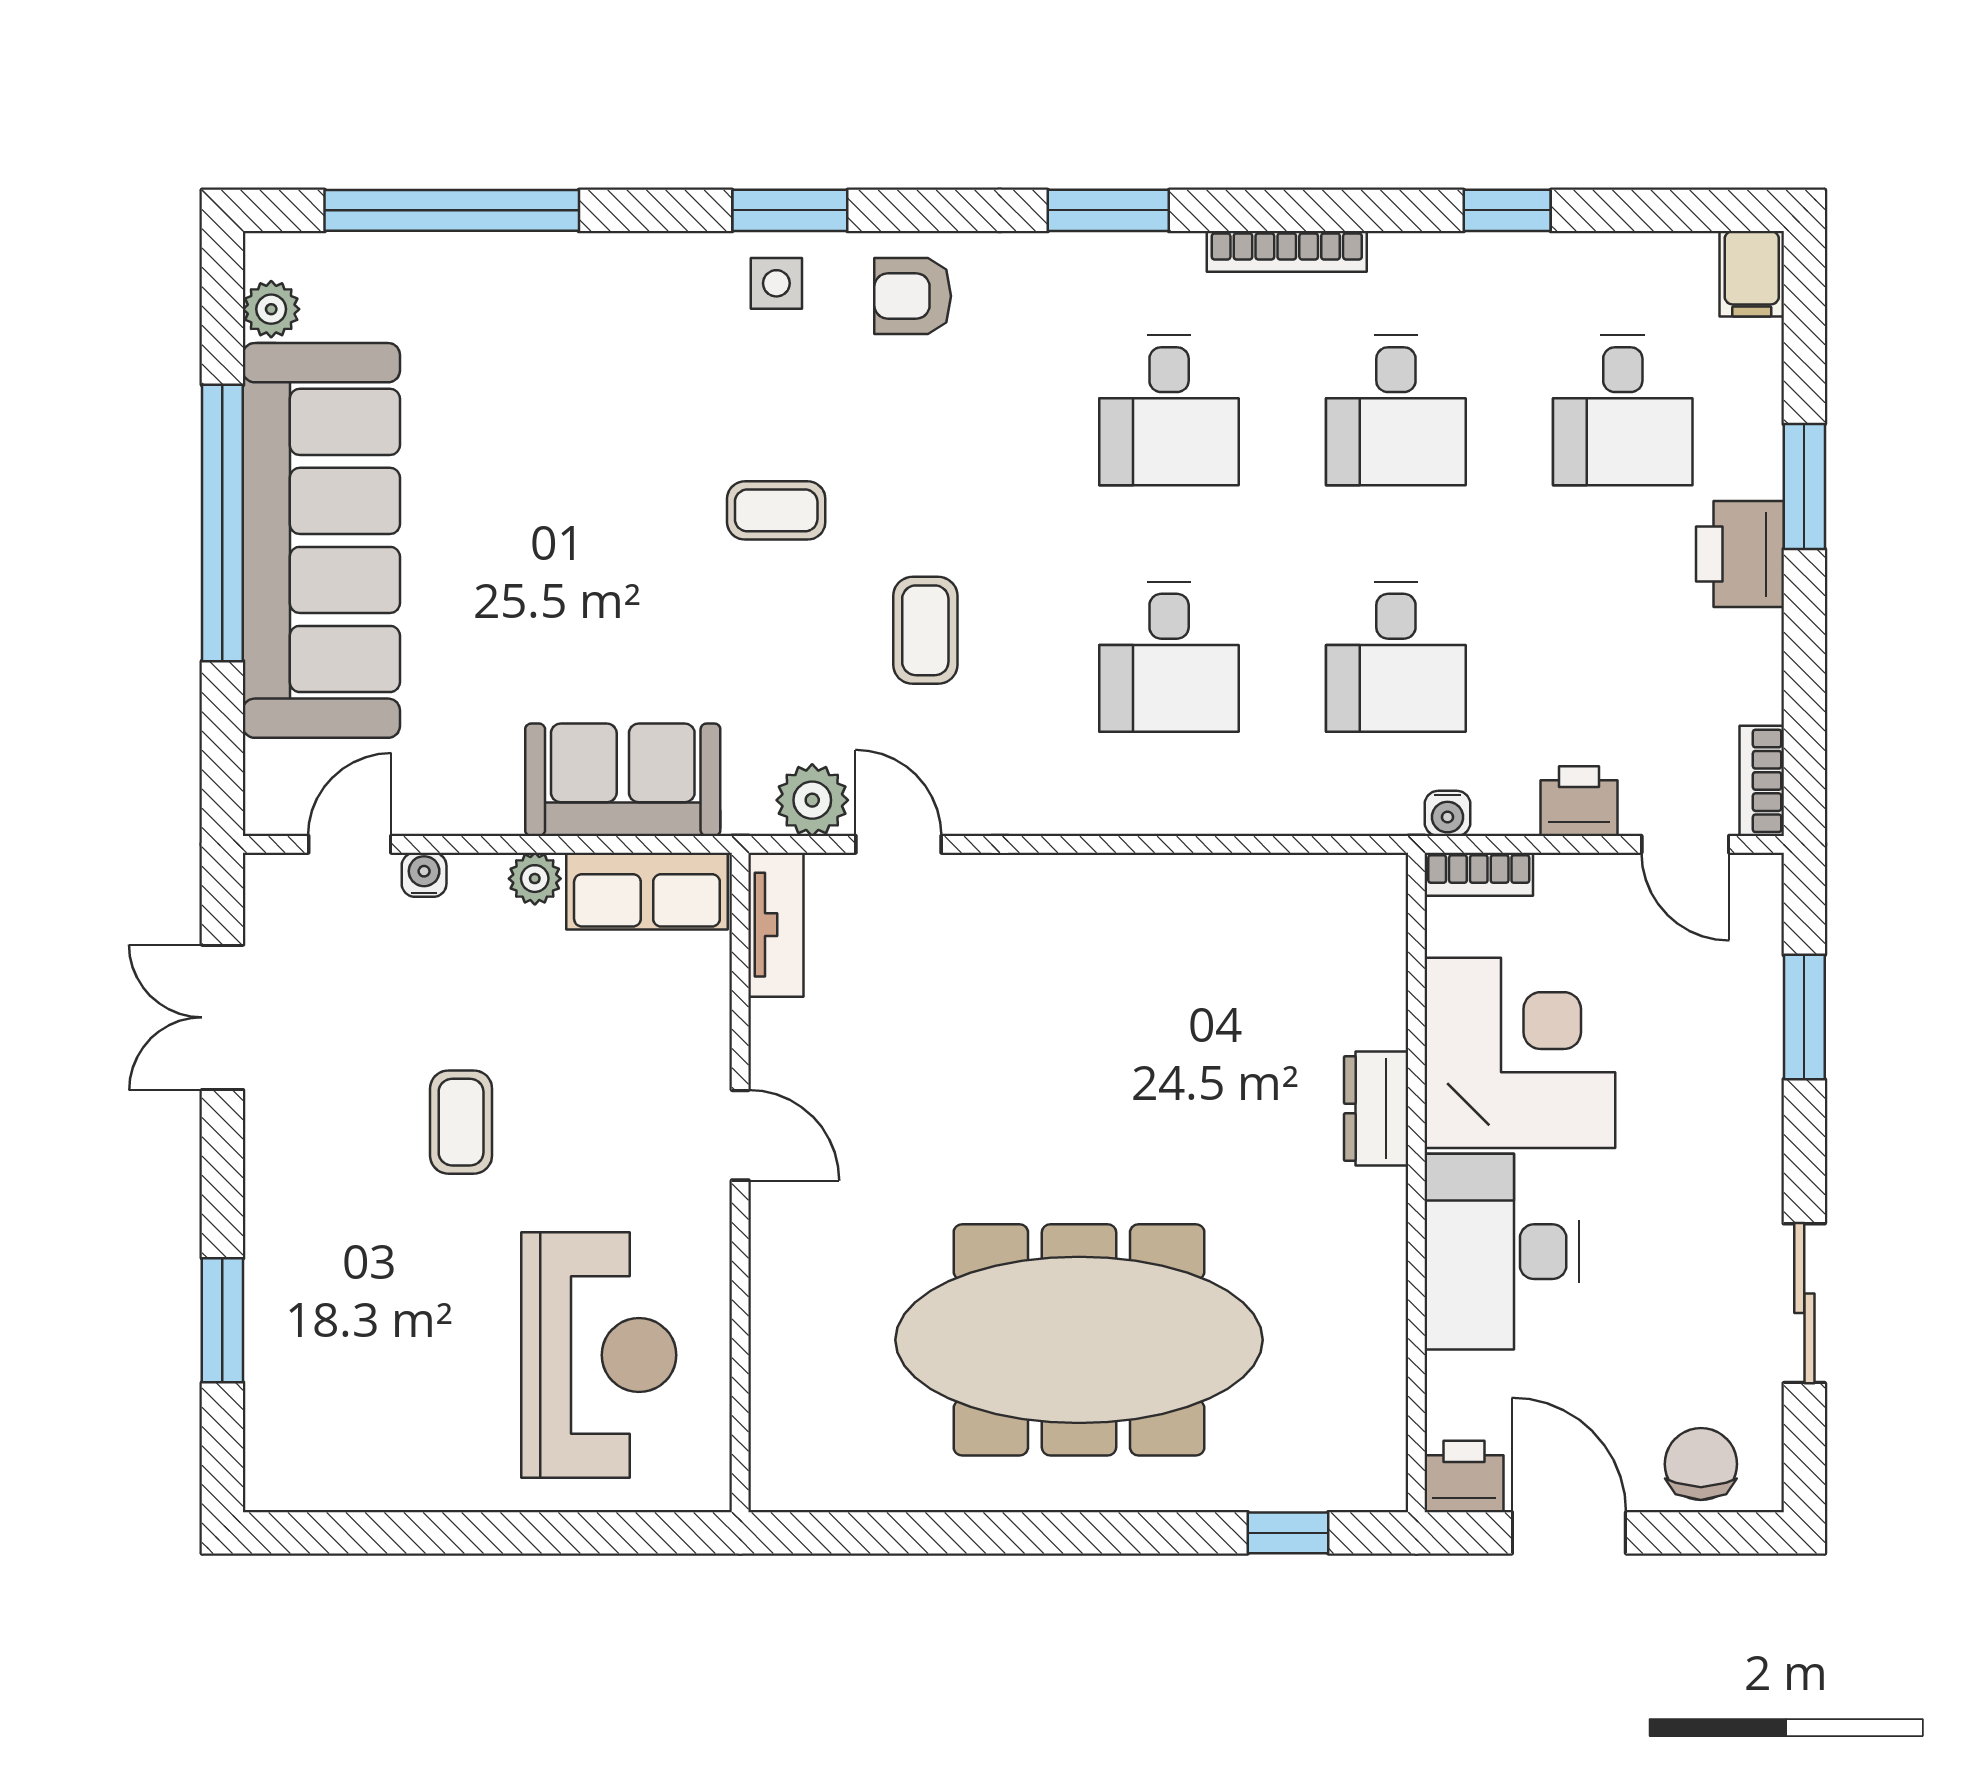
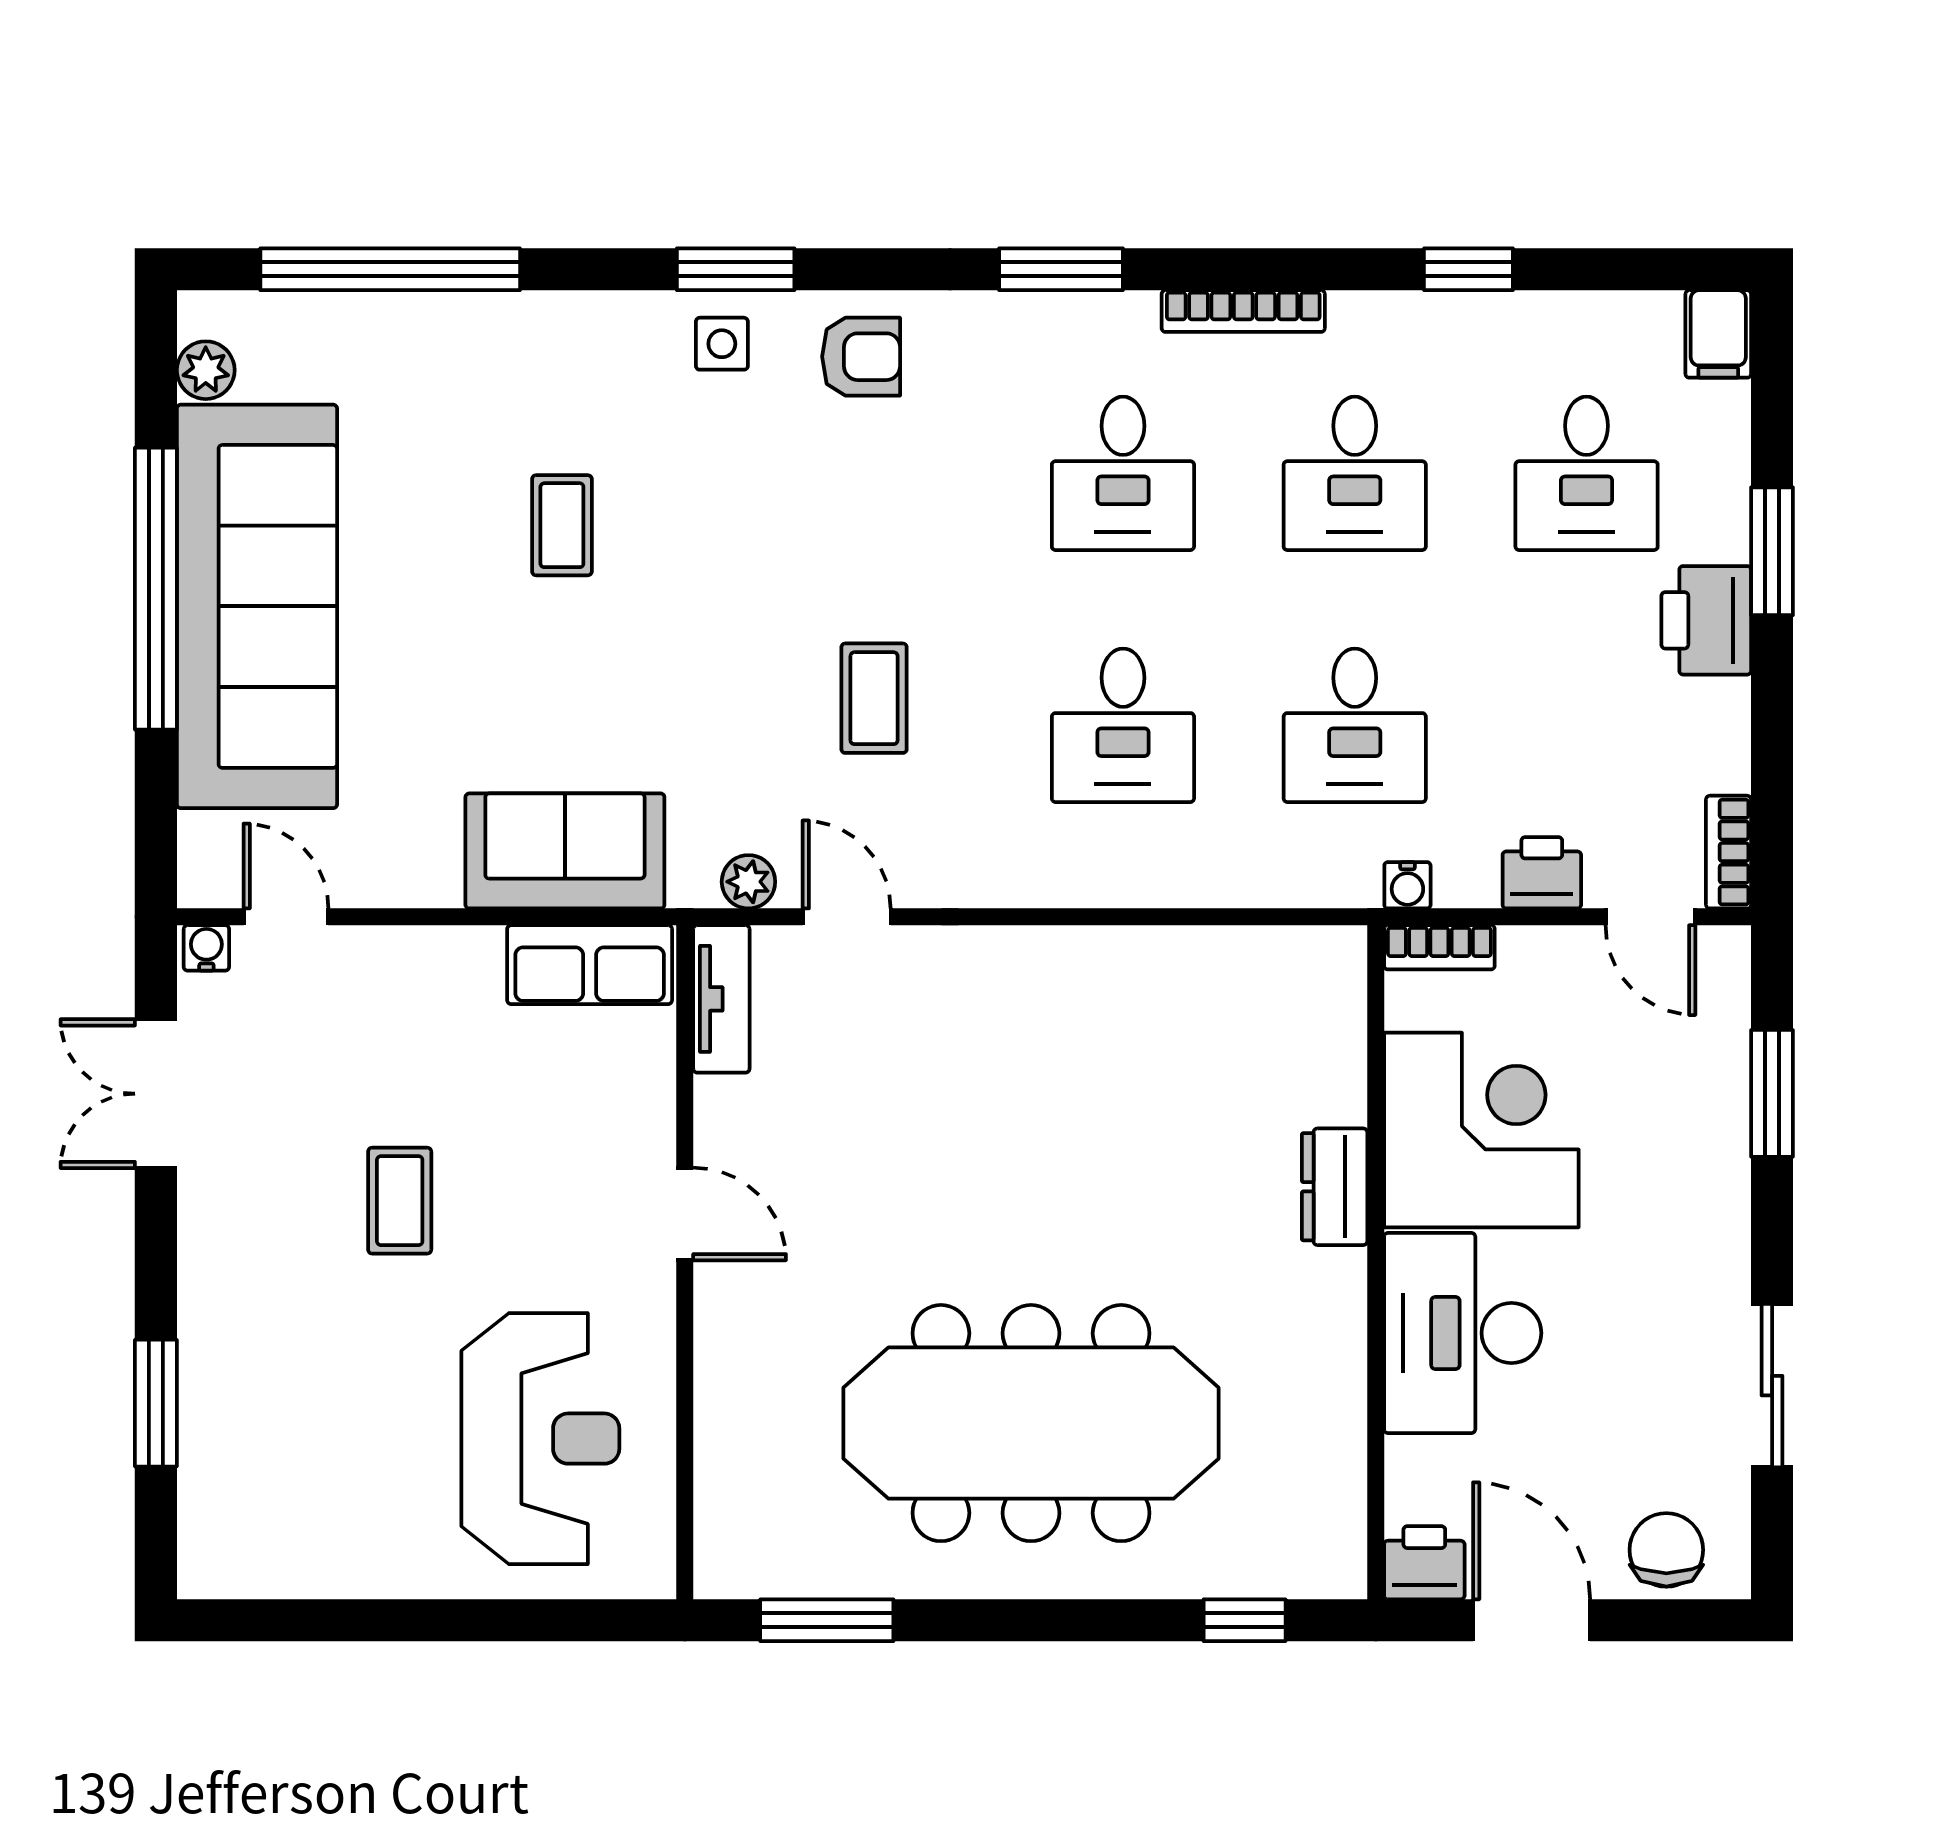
armchair: (913, 296) -> (861, 357), turned 180
coffee table: (776, 510) -> (562, 525), moved, turned 90
plant: (812, 800) -> (748, 882), width x0.73, depth x0.73
door: (350, 844) -> (286, 917), hinge flipped
water cooler: (424, 875) -> (206, 948), moved
plant: (535, 879) -> (475, 952), removed
window: (879, 1533) -> (827, 1620), added

